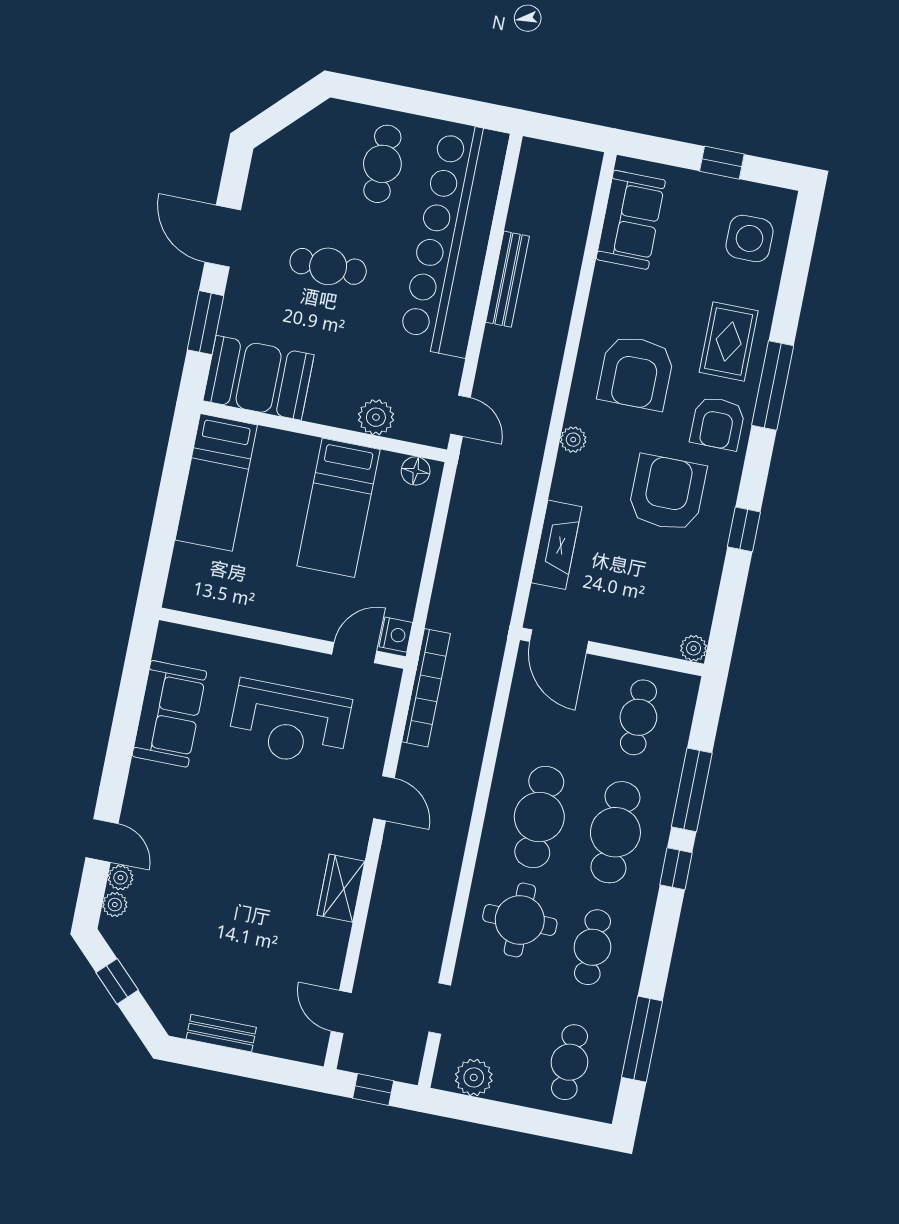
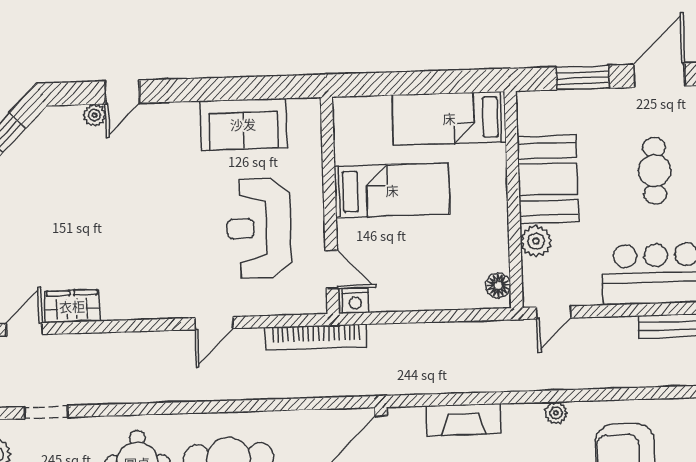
booth: (259, 378) -> (548, 179), moved
bed: (338, 508) -> (392, 190), moved, turned 180
wardrobe: (341, 888) -> (72, 306), moved
plant: (115, 905) -> (70, 116), removed

